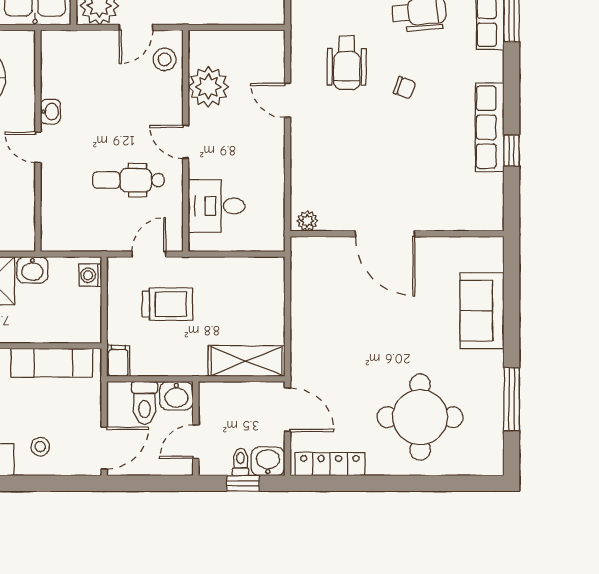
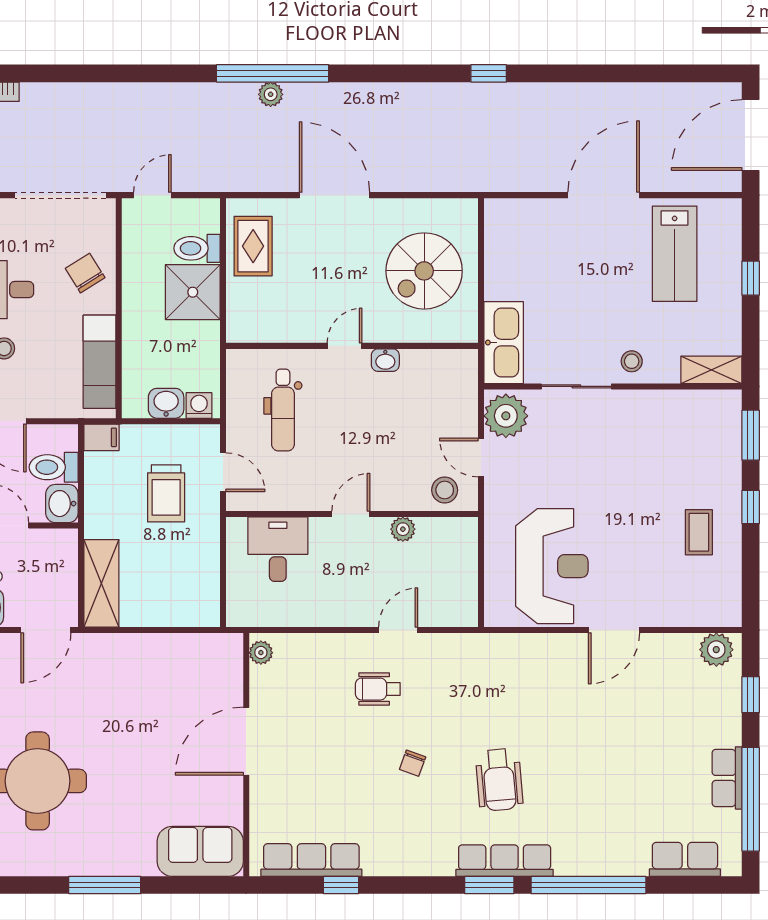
wheelchair: (347, 63) -> (378, 689), moved, width x0.73, depth x0.73
plant: (208, 87) -> (403, 529), width x0.53, depth x0.53
row of seats: (490, 127) -> (311, 860), moved
dental chair: (129, 180) -> (283, 410), moved, turned 180
washbasin: (32, 270) -> (166, 403), moved, turned 90
sofa: (482, 311) -> (200, 851), moved
window: (512, 399) -> (105, 885), moved

